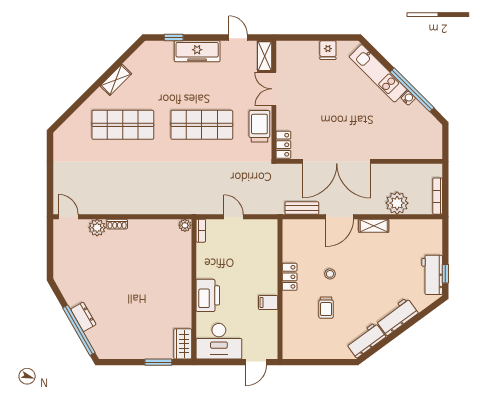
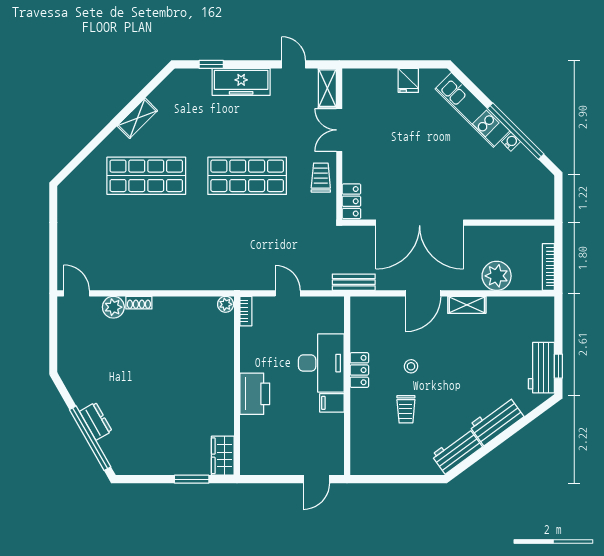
trolley: (259, 126) -> (321, 178), width x0.73, depth x0.72
bench: (302, 208) -> (354, 282), moved
desk: (219, 341) -> (321, 363), moved, turned -90

